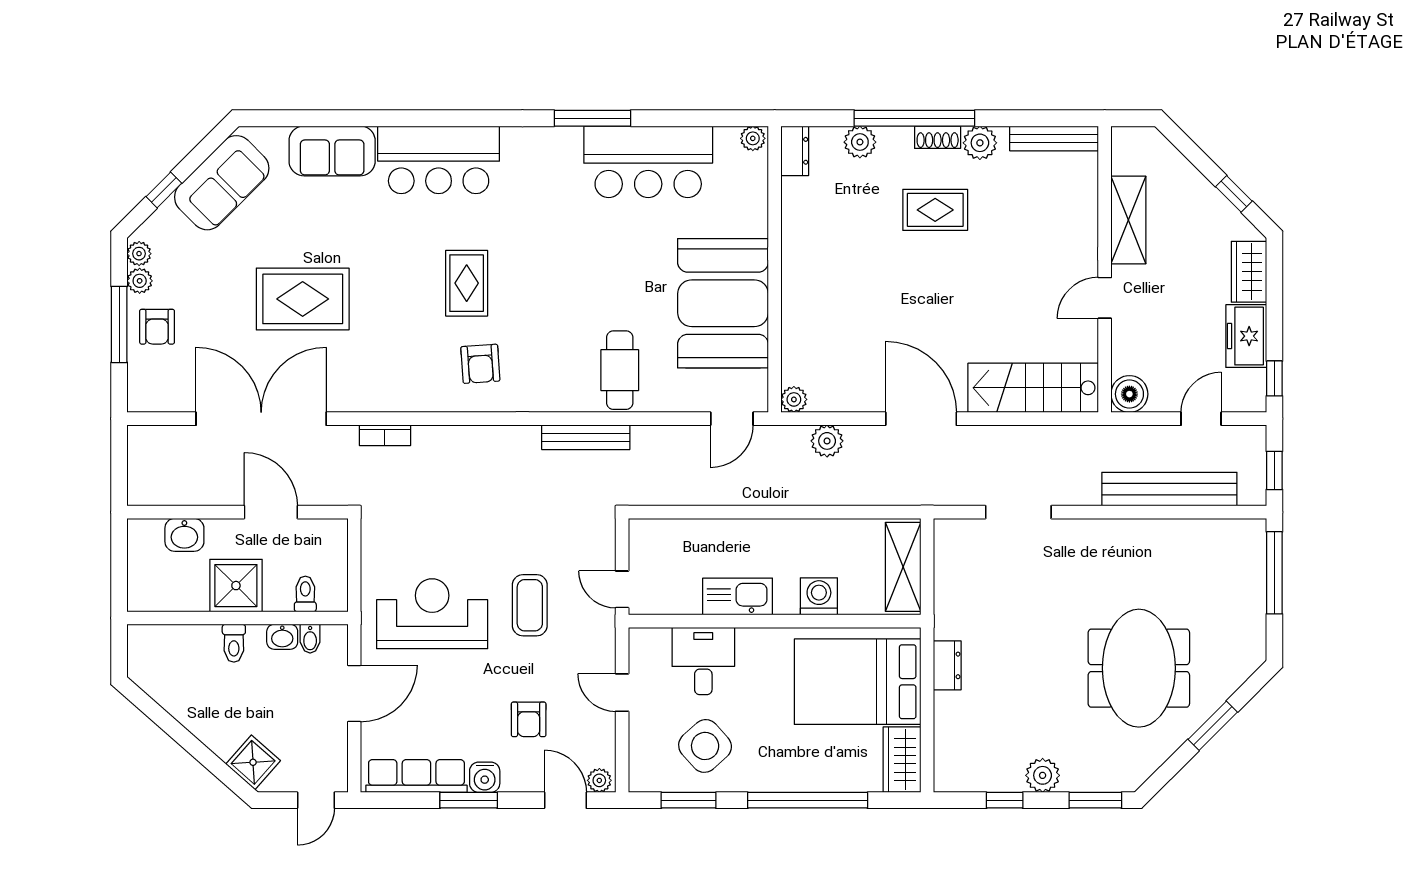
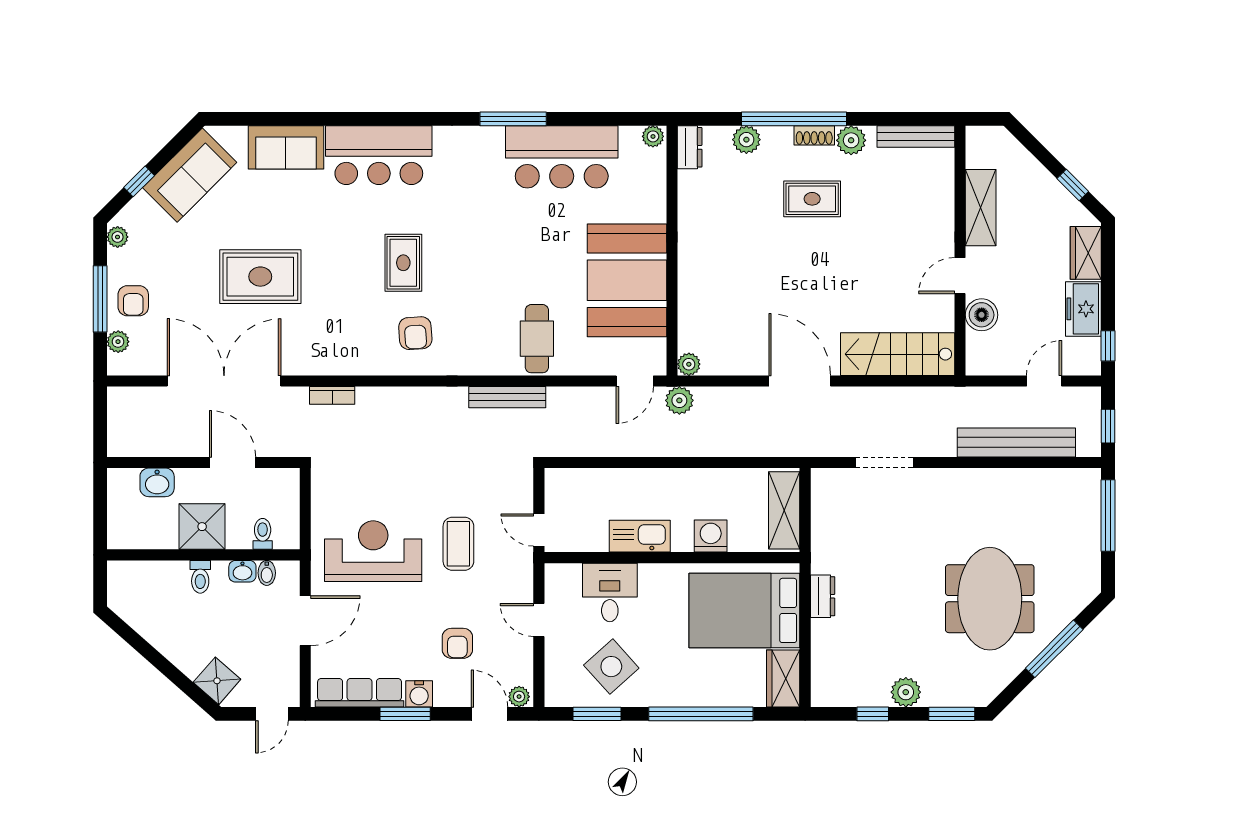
plant: (140, 281) -> (118, 342), moved
boiler: (1129, 394) -> (982, 315), moved
plant: (827, 441) -> (679, 400), moved
window: (1213, 726) -> (1054, 649), width x1.44

